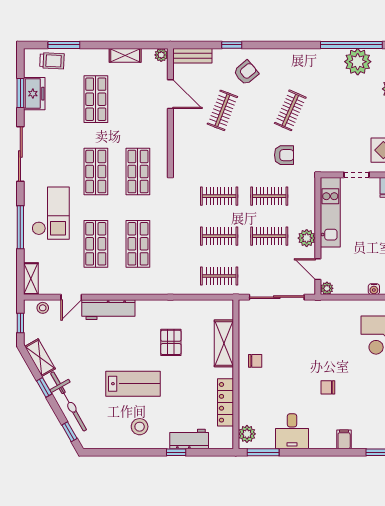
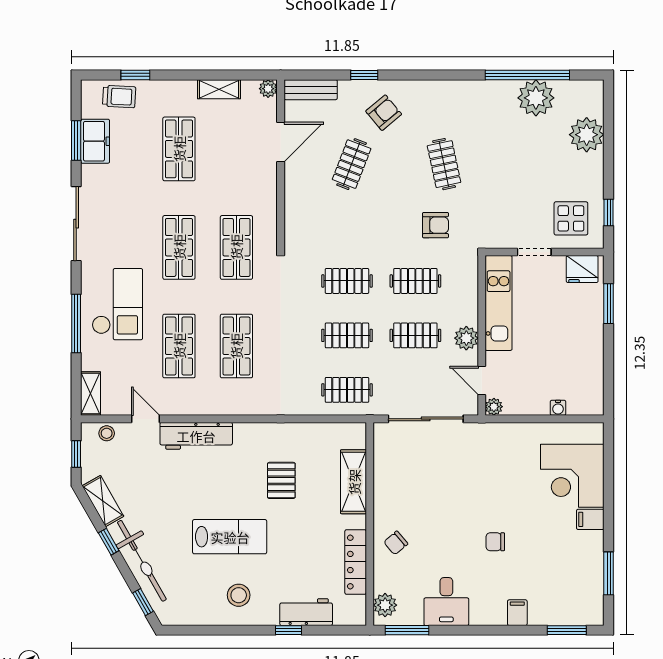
window: (64, 45) -> (135, 75), width x0.67
door: (170, 94) -> (281, 142), hinge flipped
clothes rail: (290, 110) -> (444, 164), turned -36
door: (71, 297) -> (145, 419), swing flipped
chair: (255, 361) -> (396, 543), moved, turned 140

